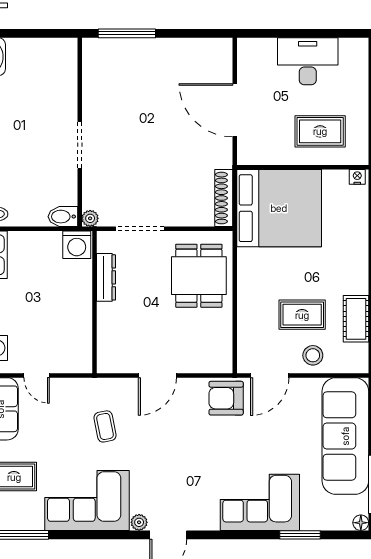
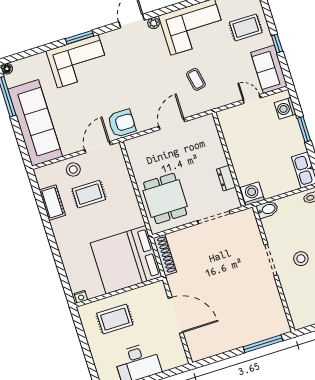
stool: (38, 134) -> (301, 259), added
plant: (90, 218) -> (249, 214), removed
dresser: (106, 277) -> (226, 178), width x0.70
window: (300, 535) -> (80, 37), moved

